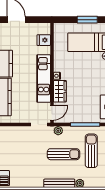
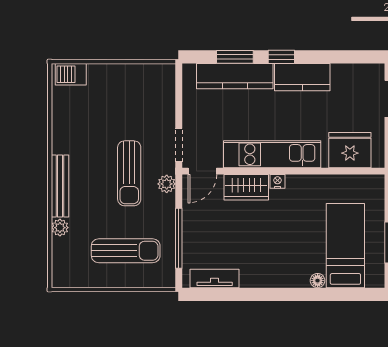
fridge: (44, 40) -> (350, 150), width x1.88, depth x1.34
door: (52, 113) -> (202, 171), hinge flipped
sun lounger: (63, 154) -> (129, 173), moved

